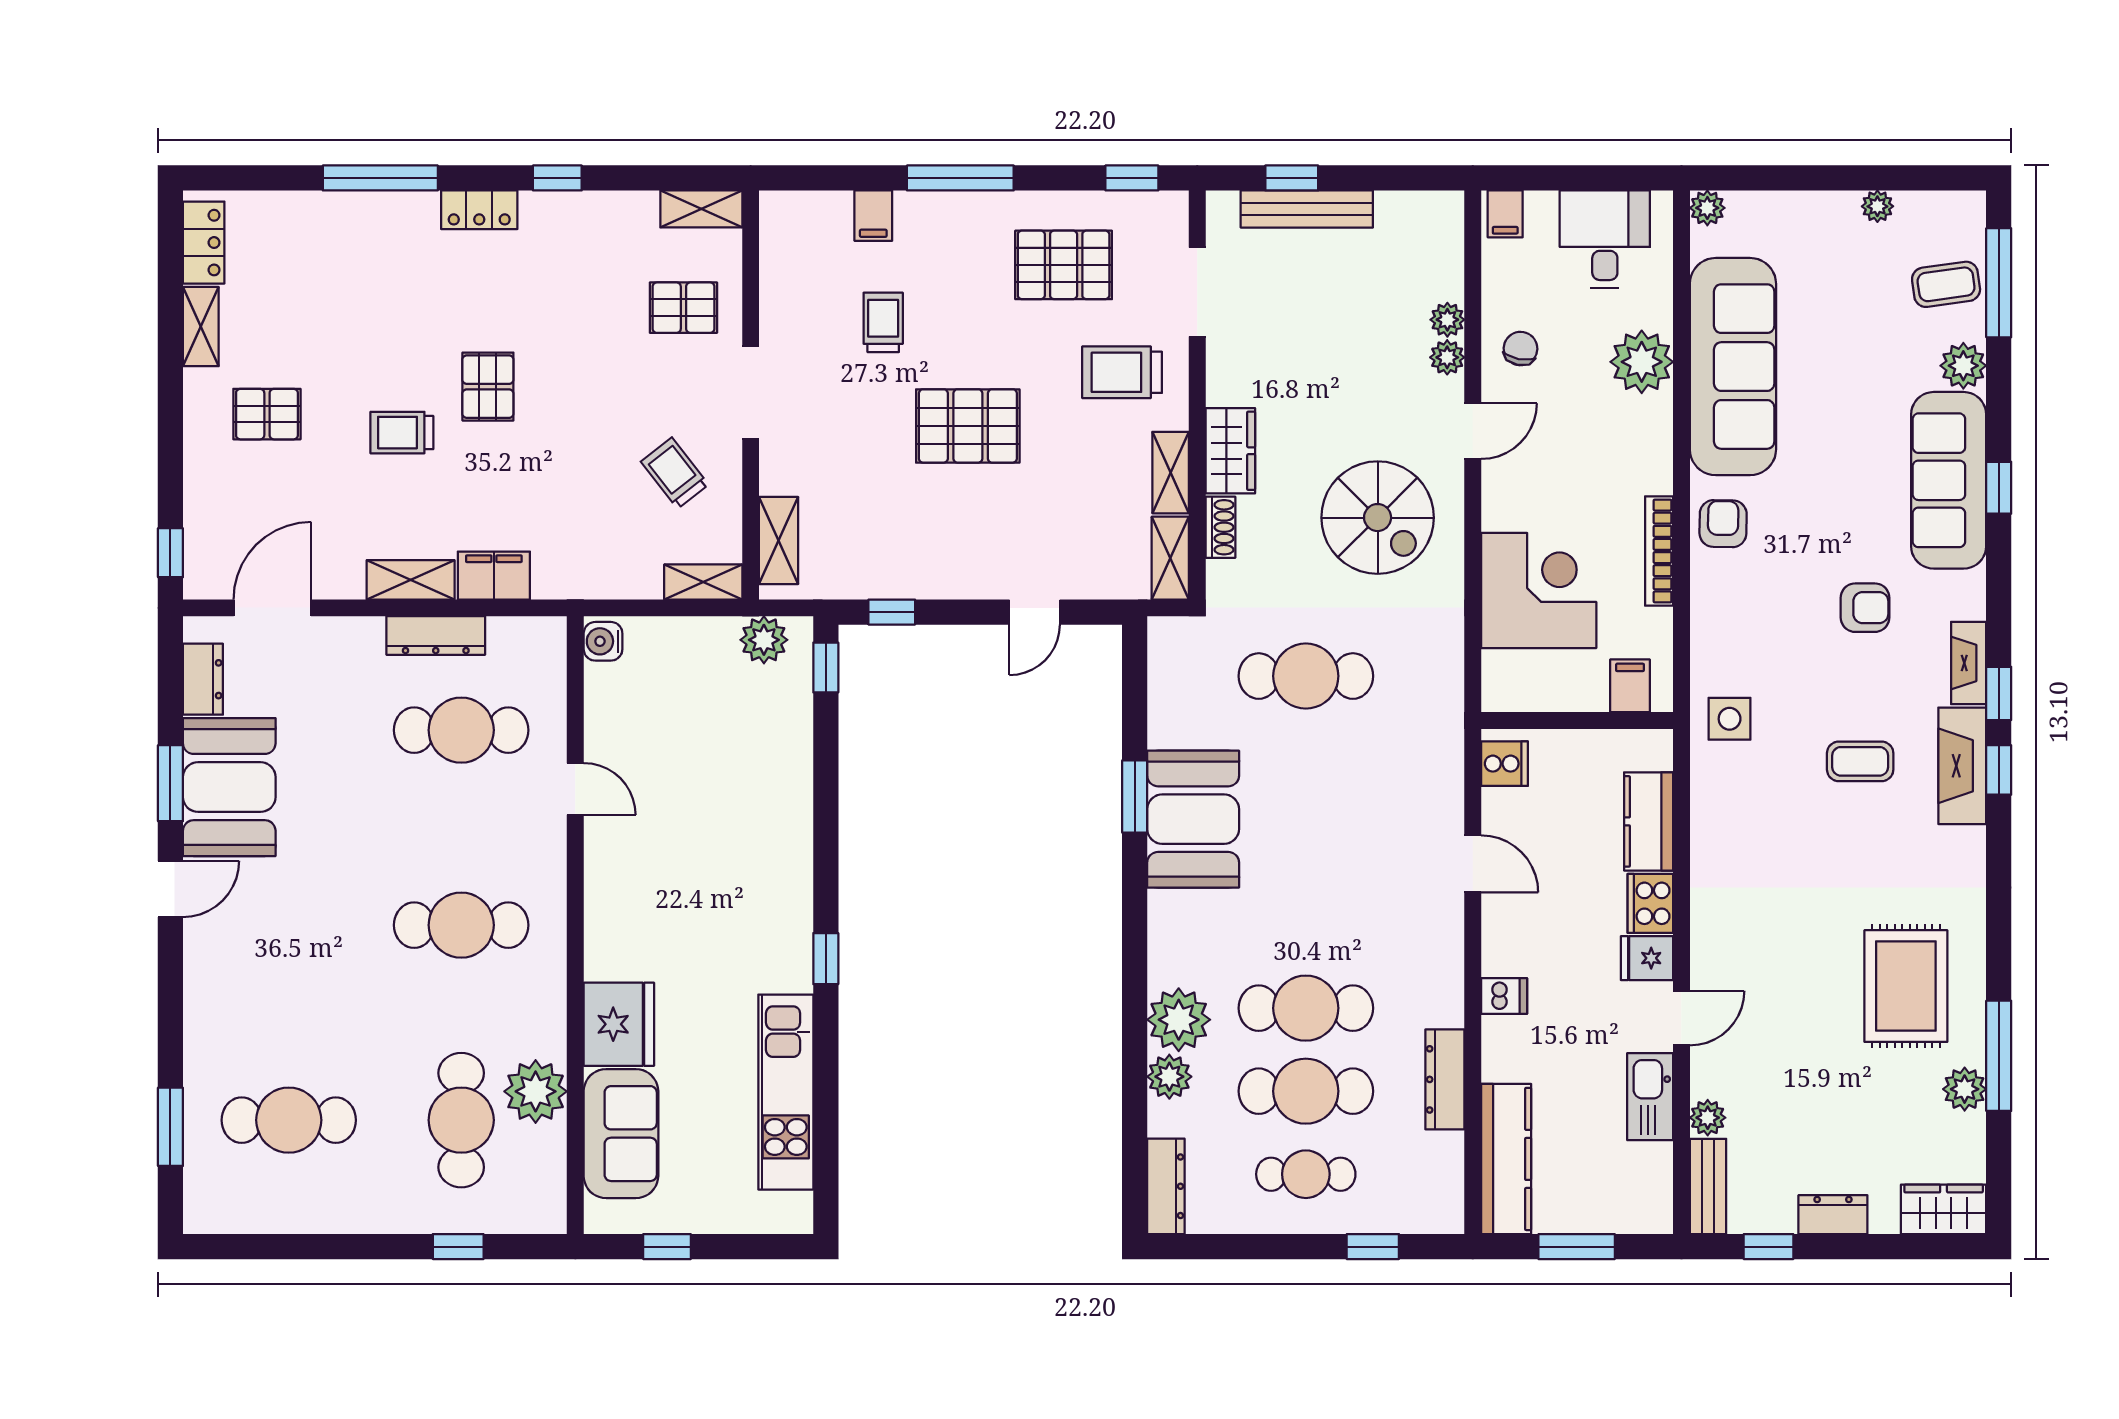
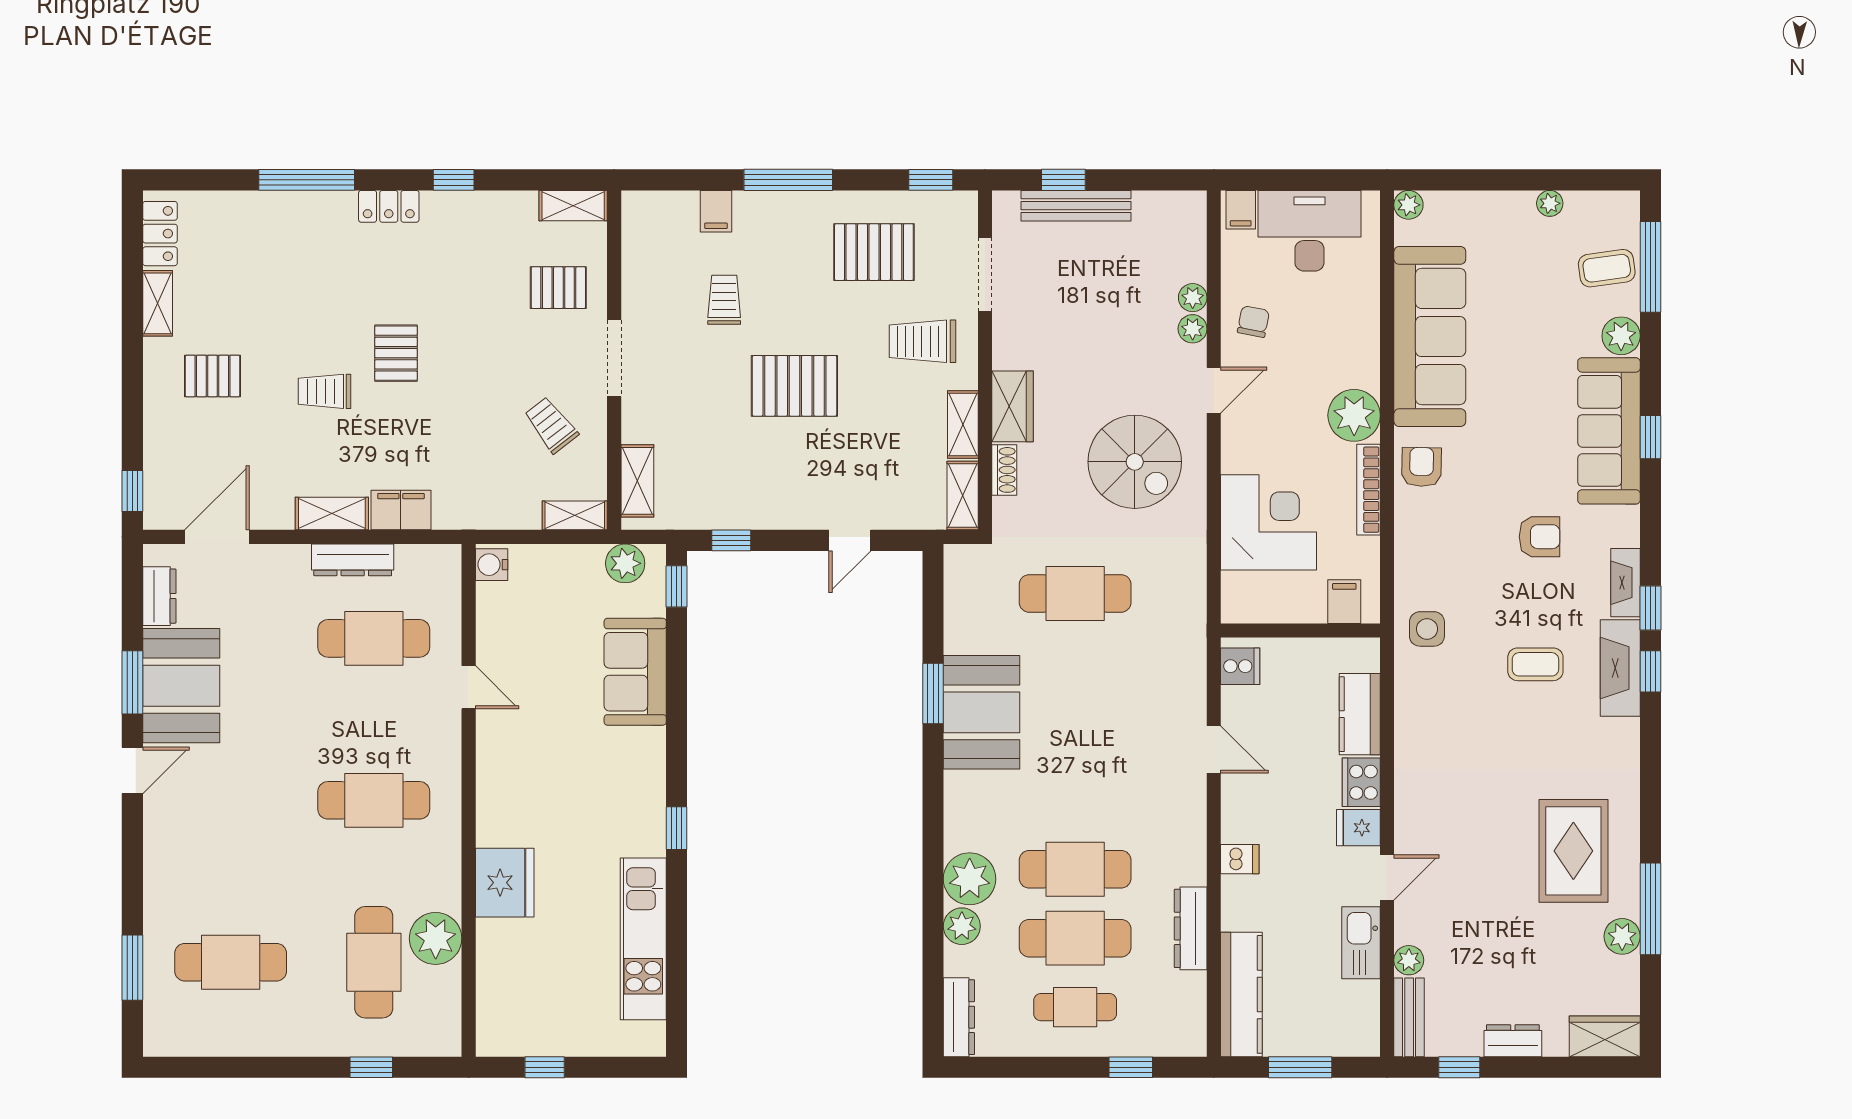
desk: (1605, 239) -> (1309, 231), width x1.37
plant: (1642, 362) -> (1354, 415), moved
sofa: (621, 1134) -> (635, 672), moved, turned 180

